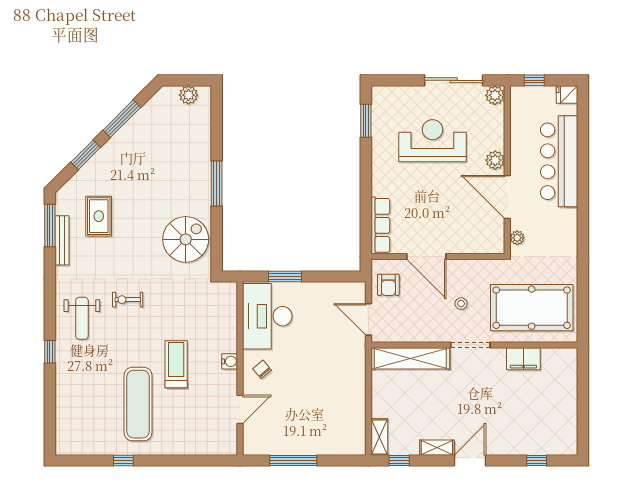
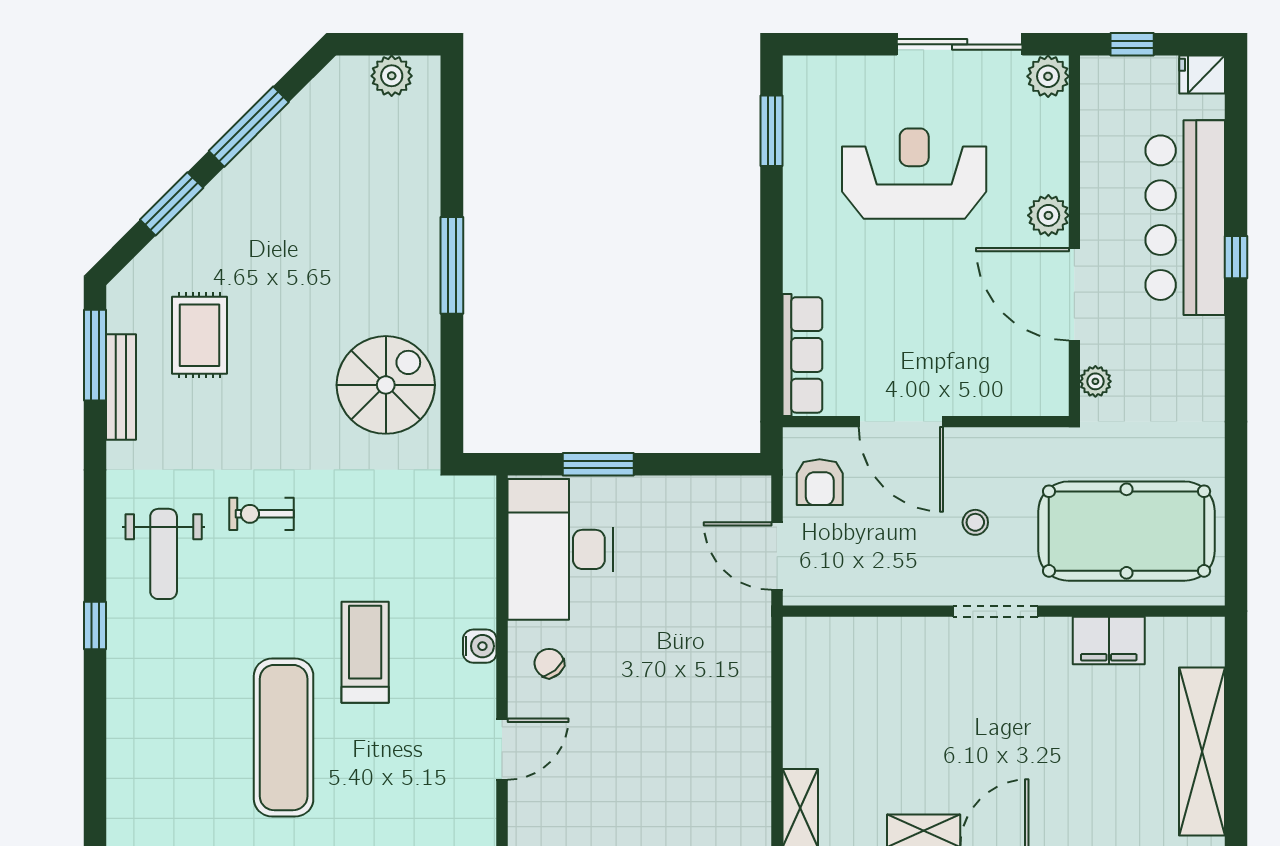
window: (583, 180) -> (1236, 257), added
shelving: (410, 358) -> (1202, 751), moved, turned 90

